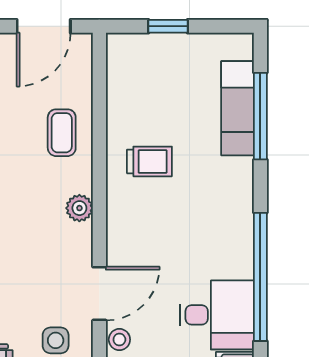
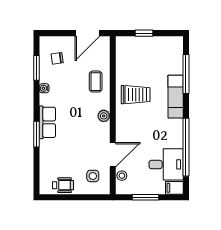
exam couch: (237, 108) -> (176, 97), moved
trolley: (149, 161) -> (136, 95), width x1.36, depth x1.39

